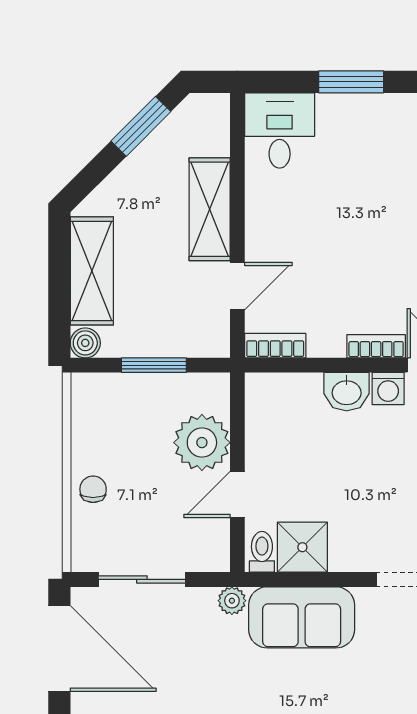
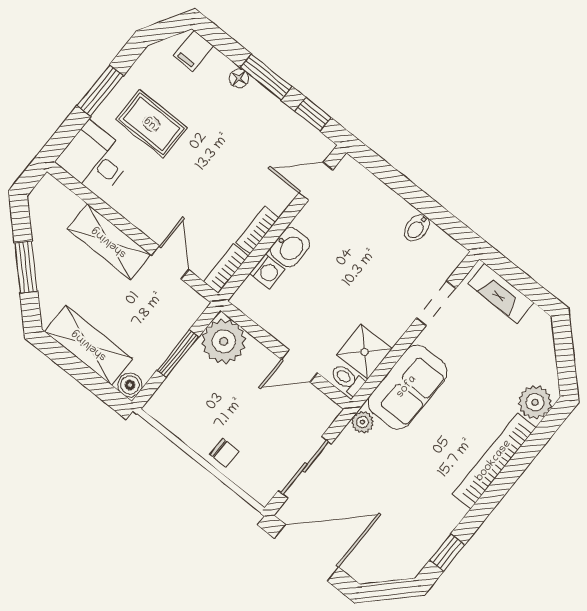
window: (141, 126) -> (26, 267), moved
rug: (359, 158) -> (152, 124), added
bookcase: (376, 346) -> (257, 230), moved
washing machine: (388, 388) -> (267, 271), moved
plant: (202, 443) -> (224, 341), moved
chair: (93, 489) -> (225, 453), turned 180
door: (237, 494) -> (299, 366), hinge flipped

